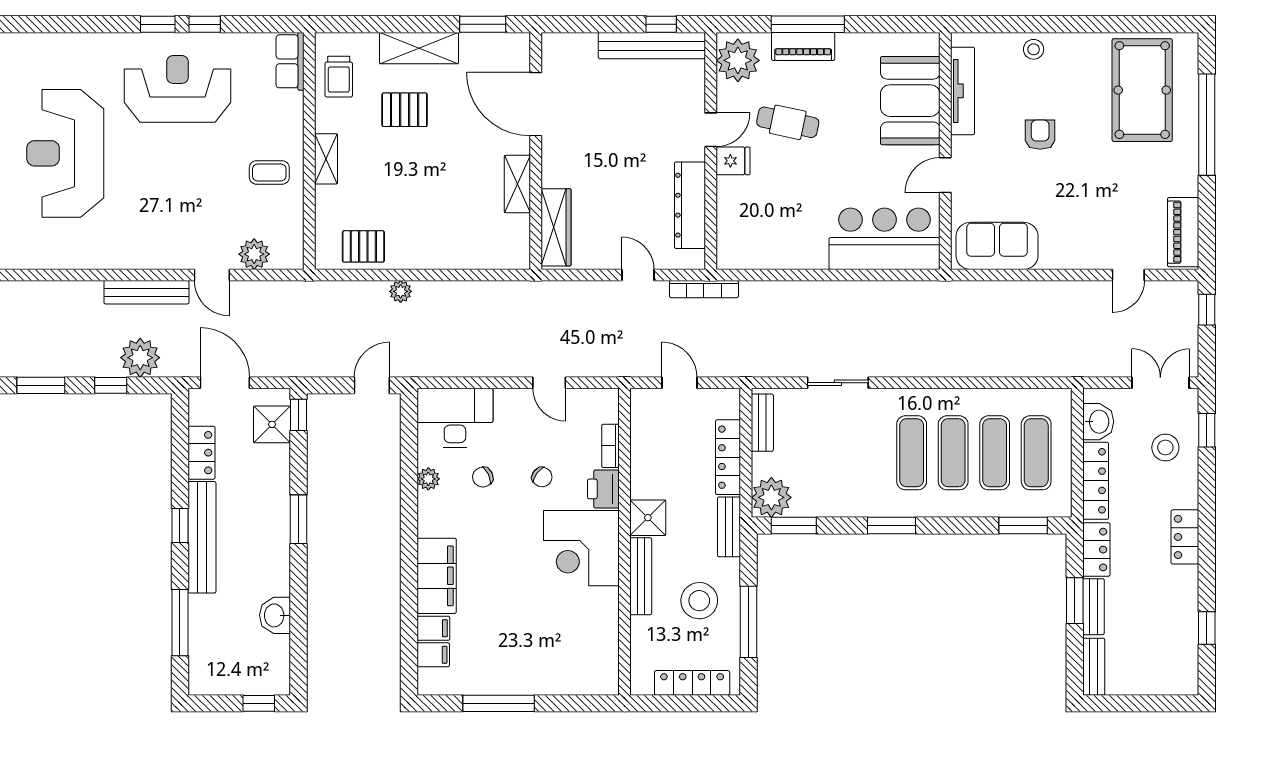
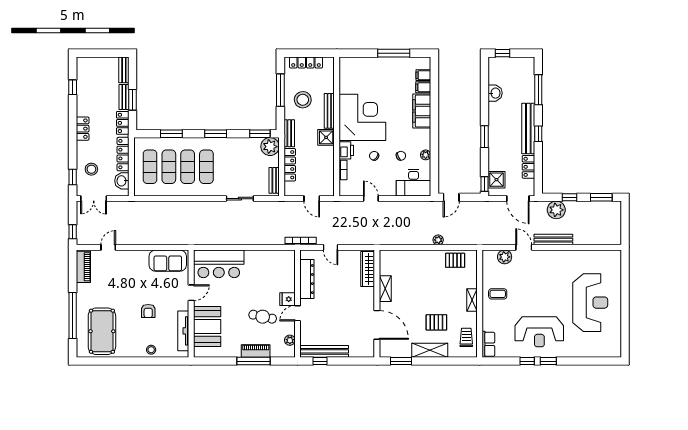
plant: (738, 60) -> (290, 340), width x0.53, depth x0.53
window: (1023, 526) -> (171, 134), moved
corner desk: (581, 548) -> (362, 117), width x1.36, depth x1.36

